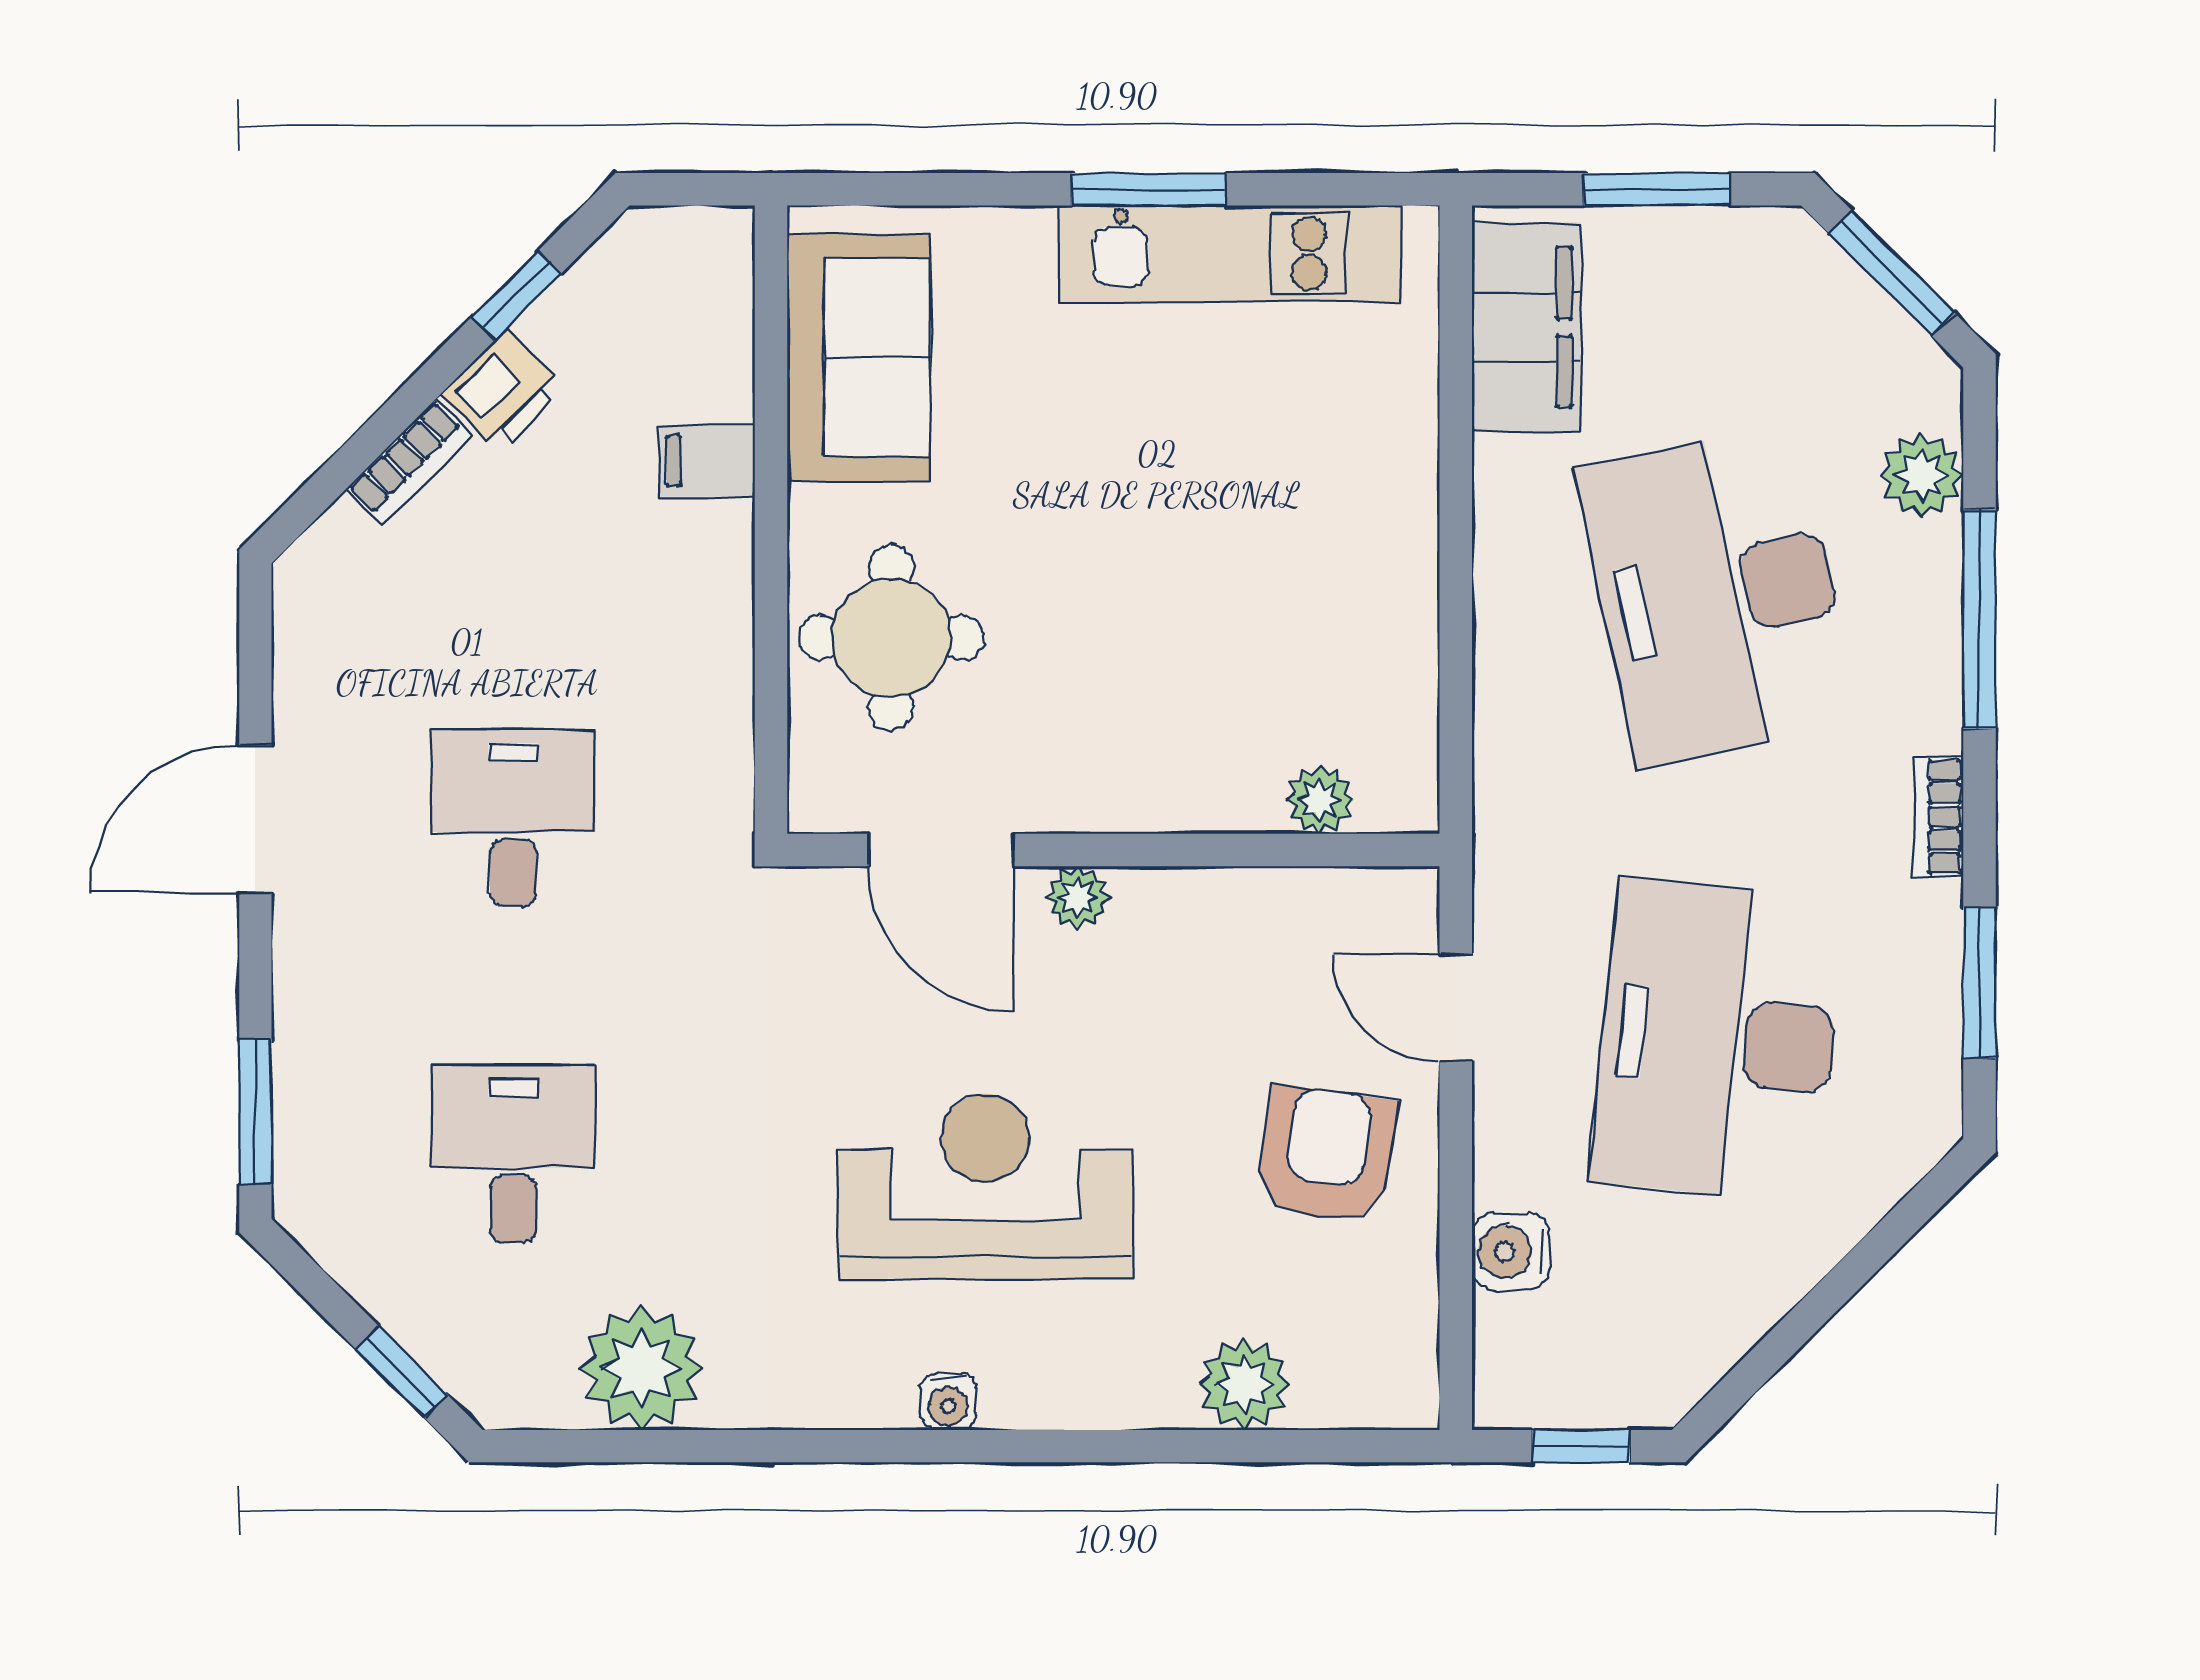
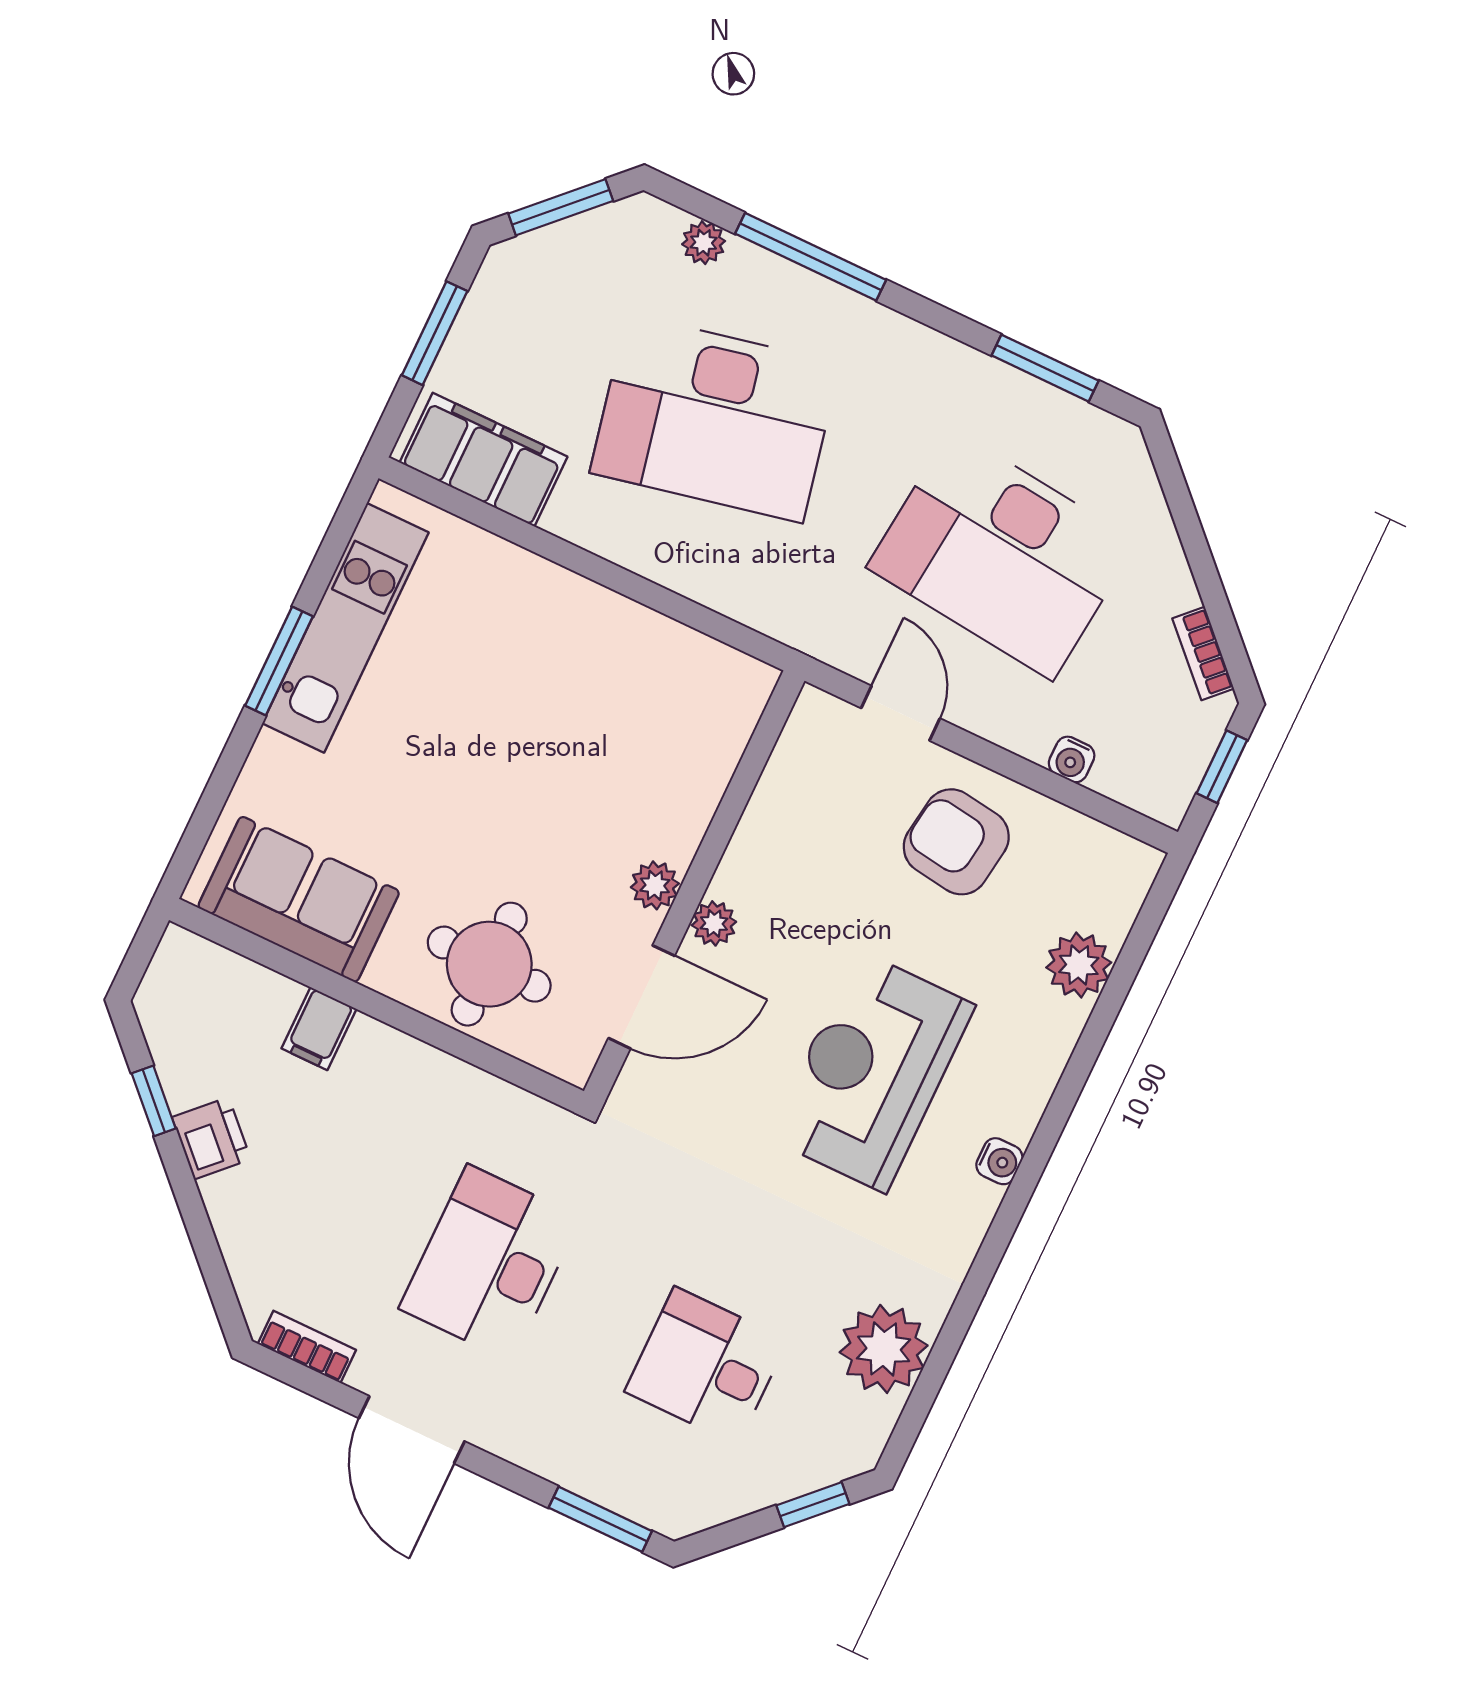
bookcase: (409, 462) -> (307, 1347), moved, turned -45
plant: (1922, 475) -> (704, 243), width x0.73, depth x0.73
plant: (1320, 800) -> (655, 885), moved
bookcase: (1939, 817) -> (1203, 653), moved, turned 45
desk: (513, 818) -> (490, 1263), width x1.37
door: (1456, 1007) -> (901, 713), swing flipped
water cooler: (1511, 1252) -> (1072, 759), width x0.72, depth x0.72

